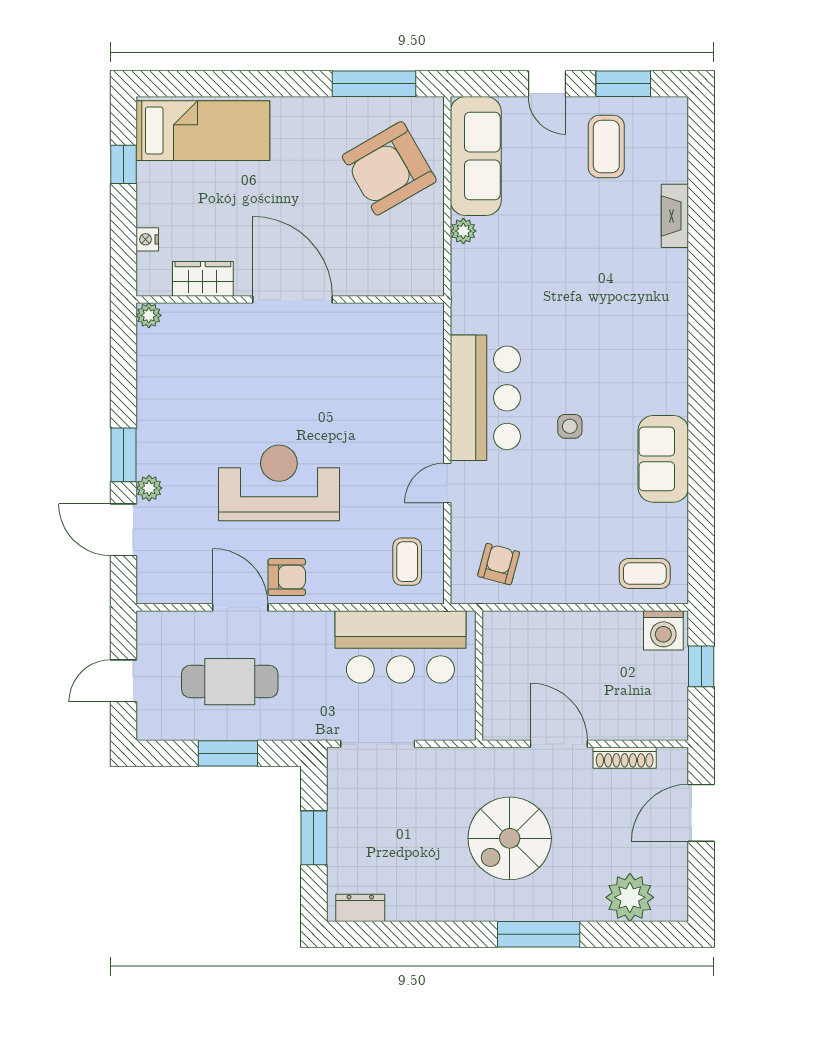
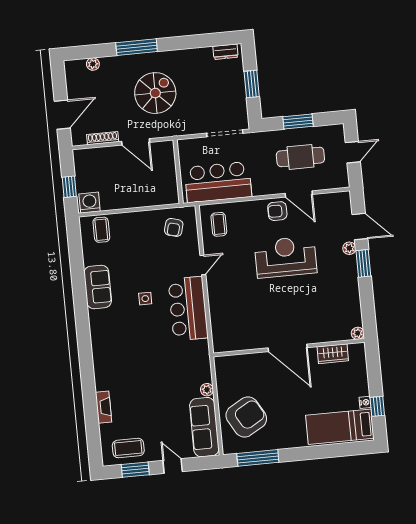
coffee table: (606, 147) -> (128, 448), moved, turned 90
nightstand: (147, 239) -> (365, 402), moved
reception desk: (279, 483) -> (286, 257), turned 180
coffee table: (645, 573) -> (101, 230), turned 90
plant: (630, 897) -> (93, 64), width x0.53, depth x0.53

